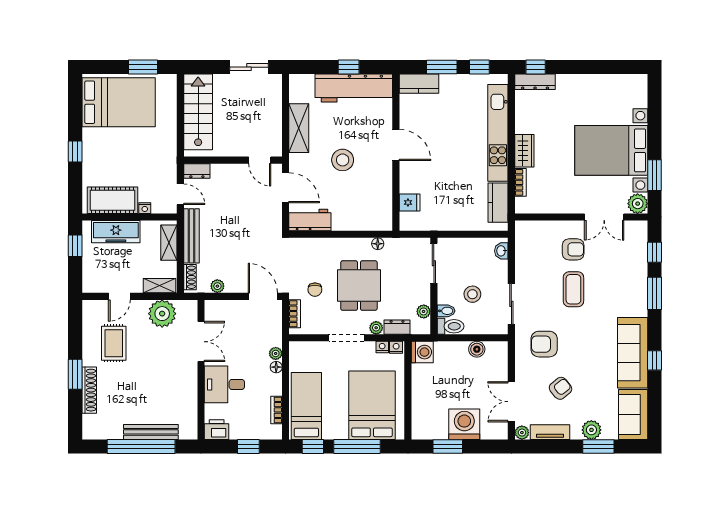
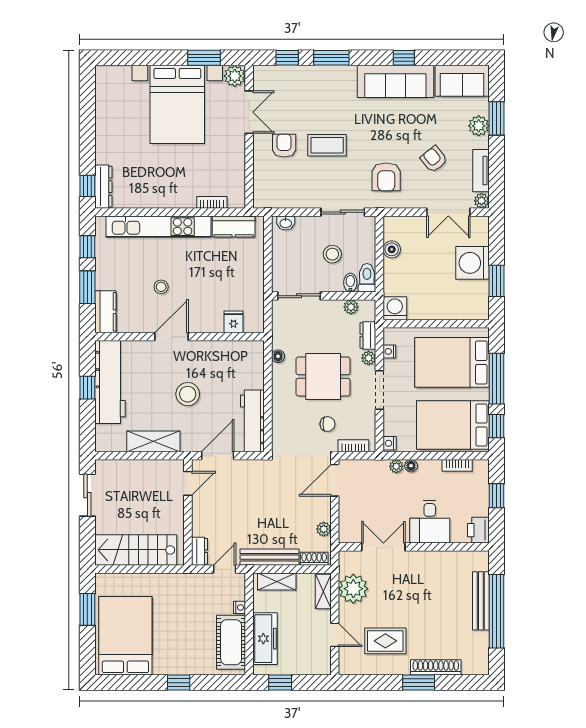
stool: (442, 135) -> (161, 287), added
wardrobe: (524, 151) -> (178, 198), removed
workbench: (310, 220) -> (252, 421), width x1.38
nightstand: (396, 347) -> (390, 443), moved
bed: (306, 406) -> (453, 425), width x1.50

